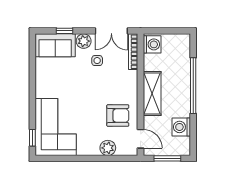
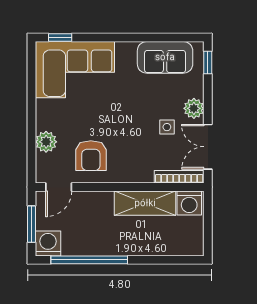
window: (64, 31) -> (208, 63), moved
sofa: (55, 45) -> (165, 57), moved, turned -90
window: (193, 86) -> (89, 260), moved
shelving: (152, 94) -> (145, 203), moved
washing machine: (181, 127) -> (48, 243), moved

